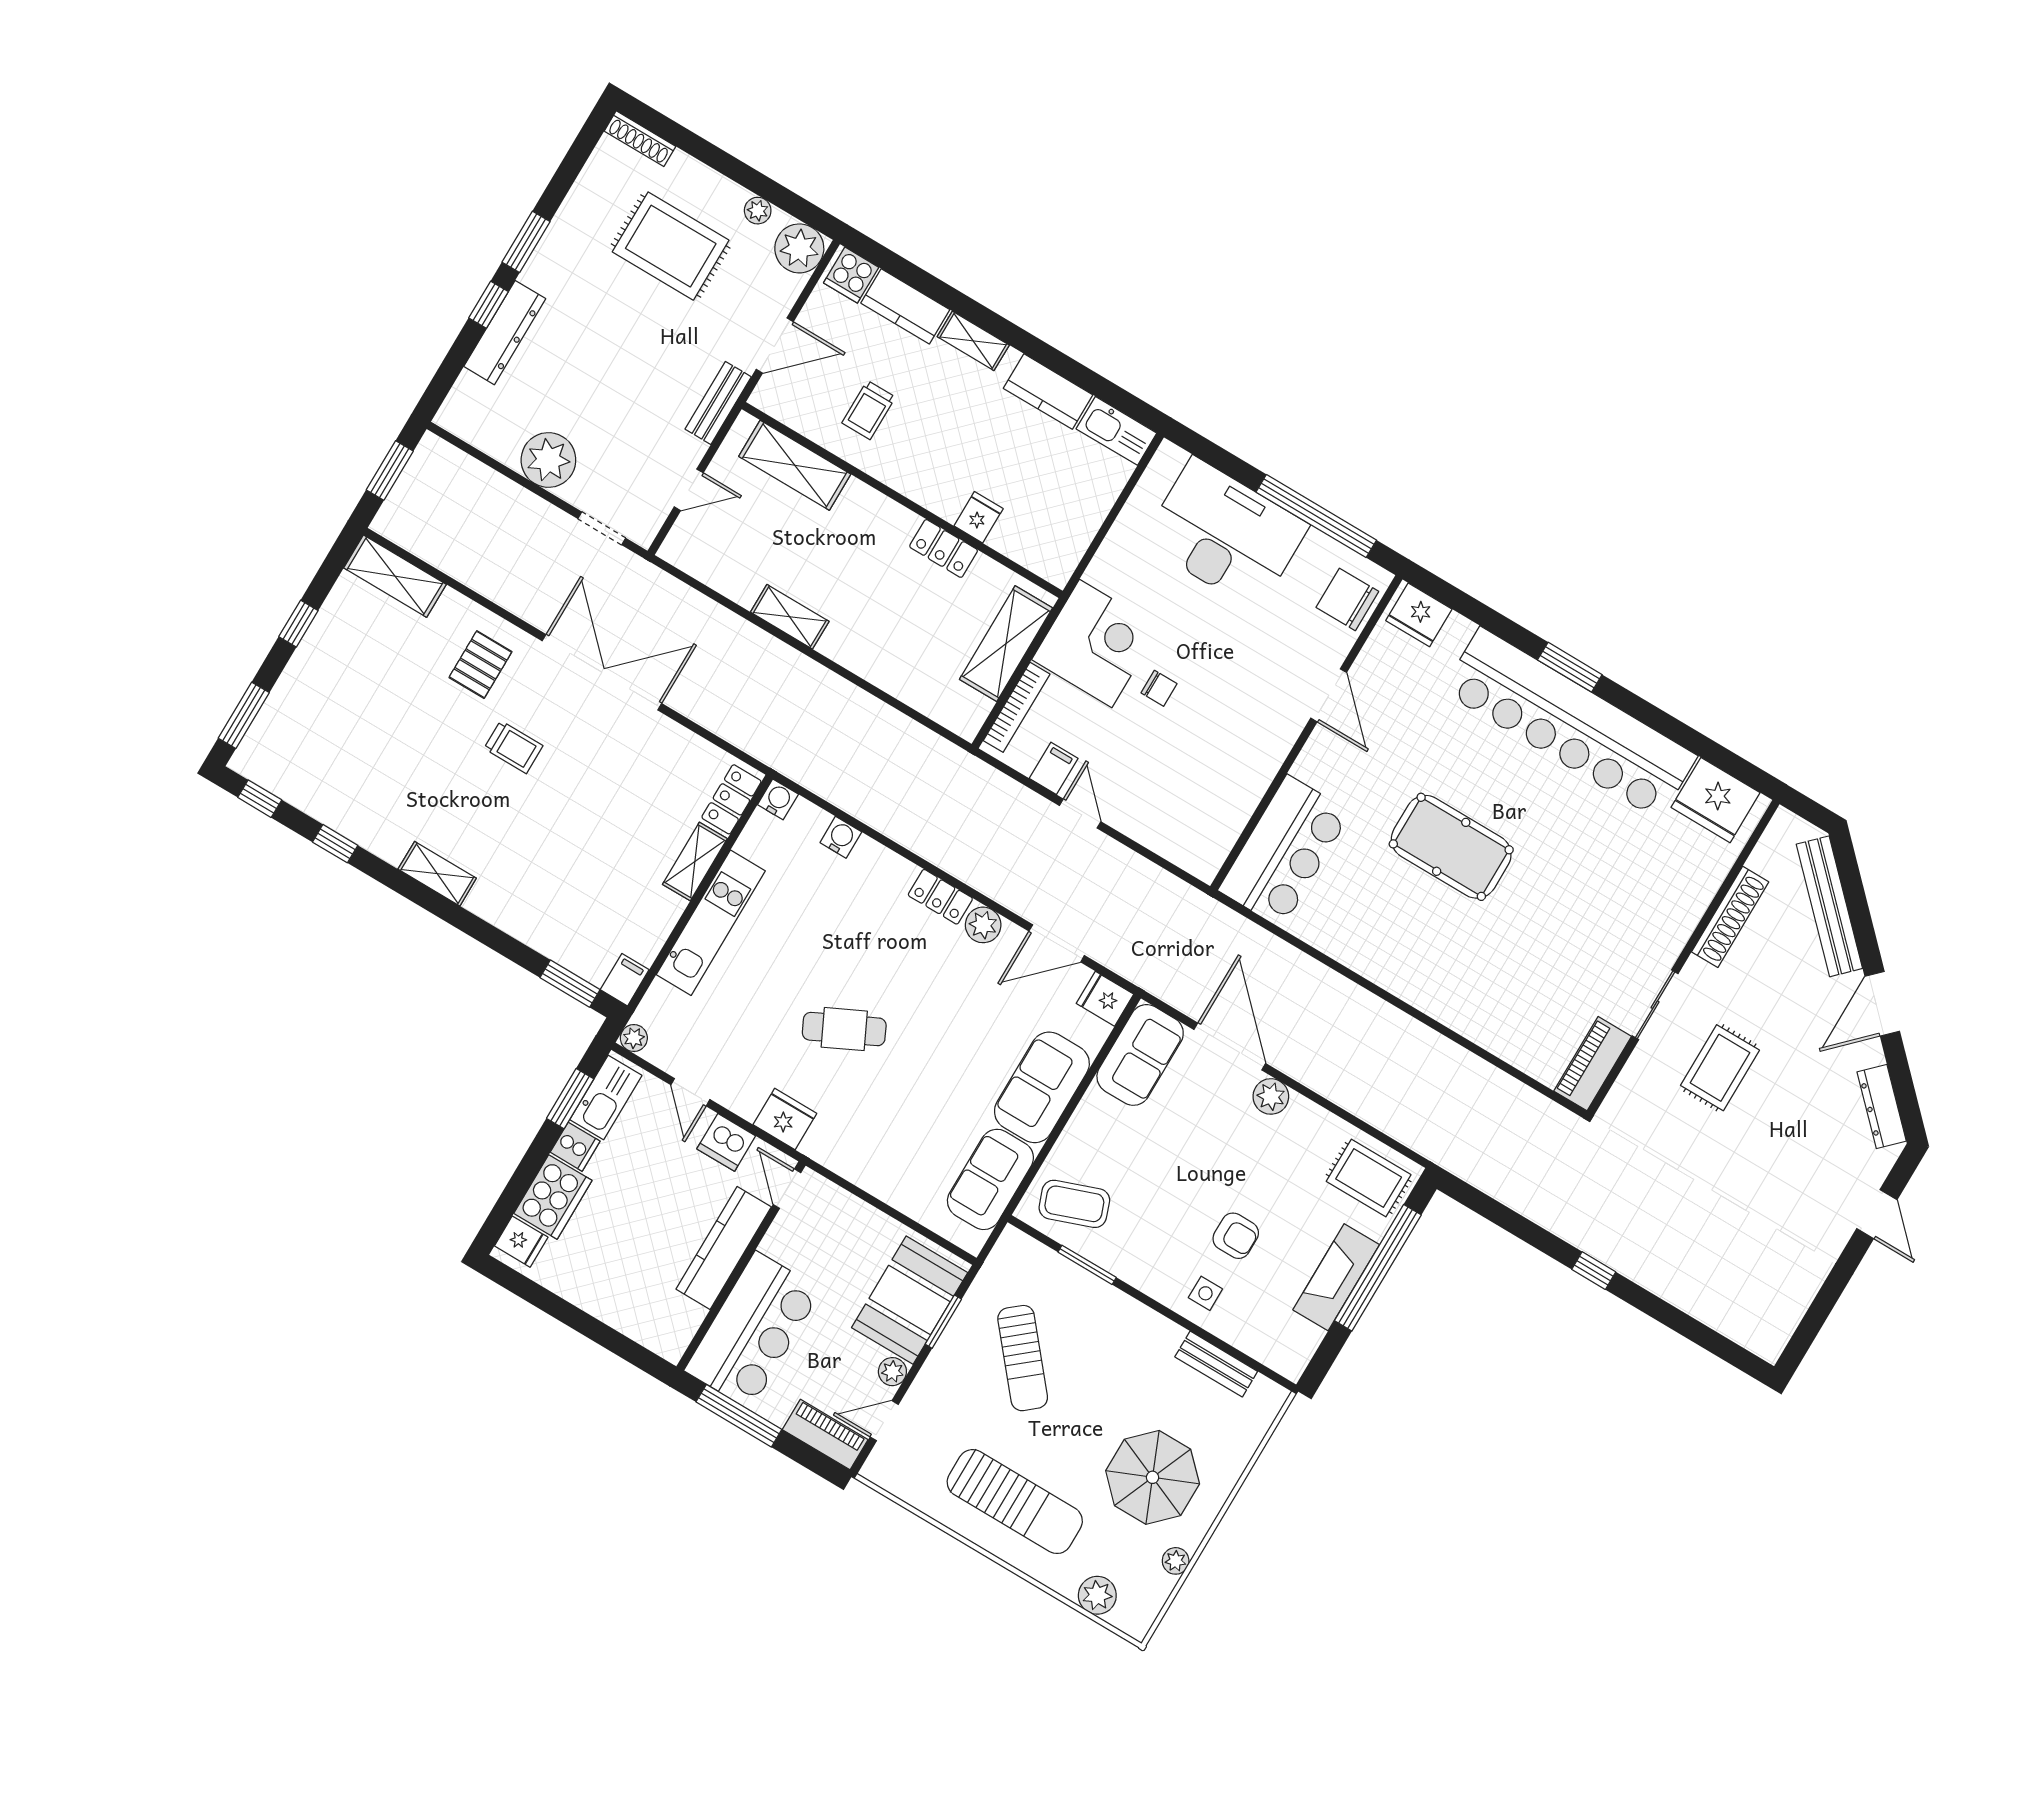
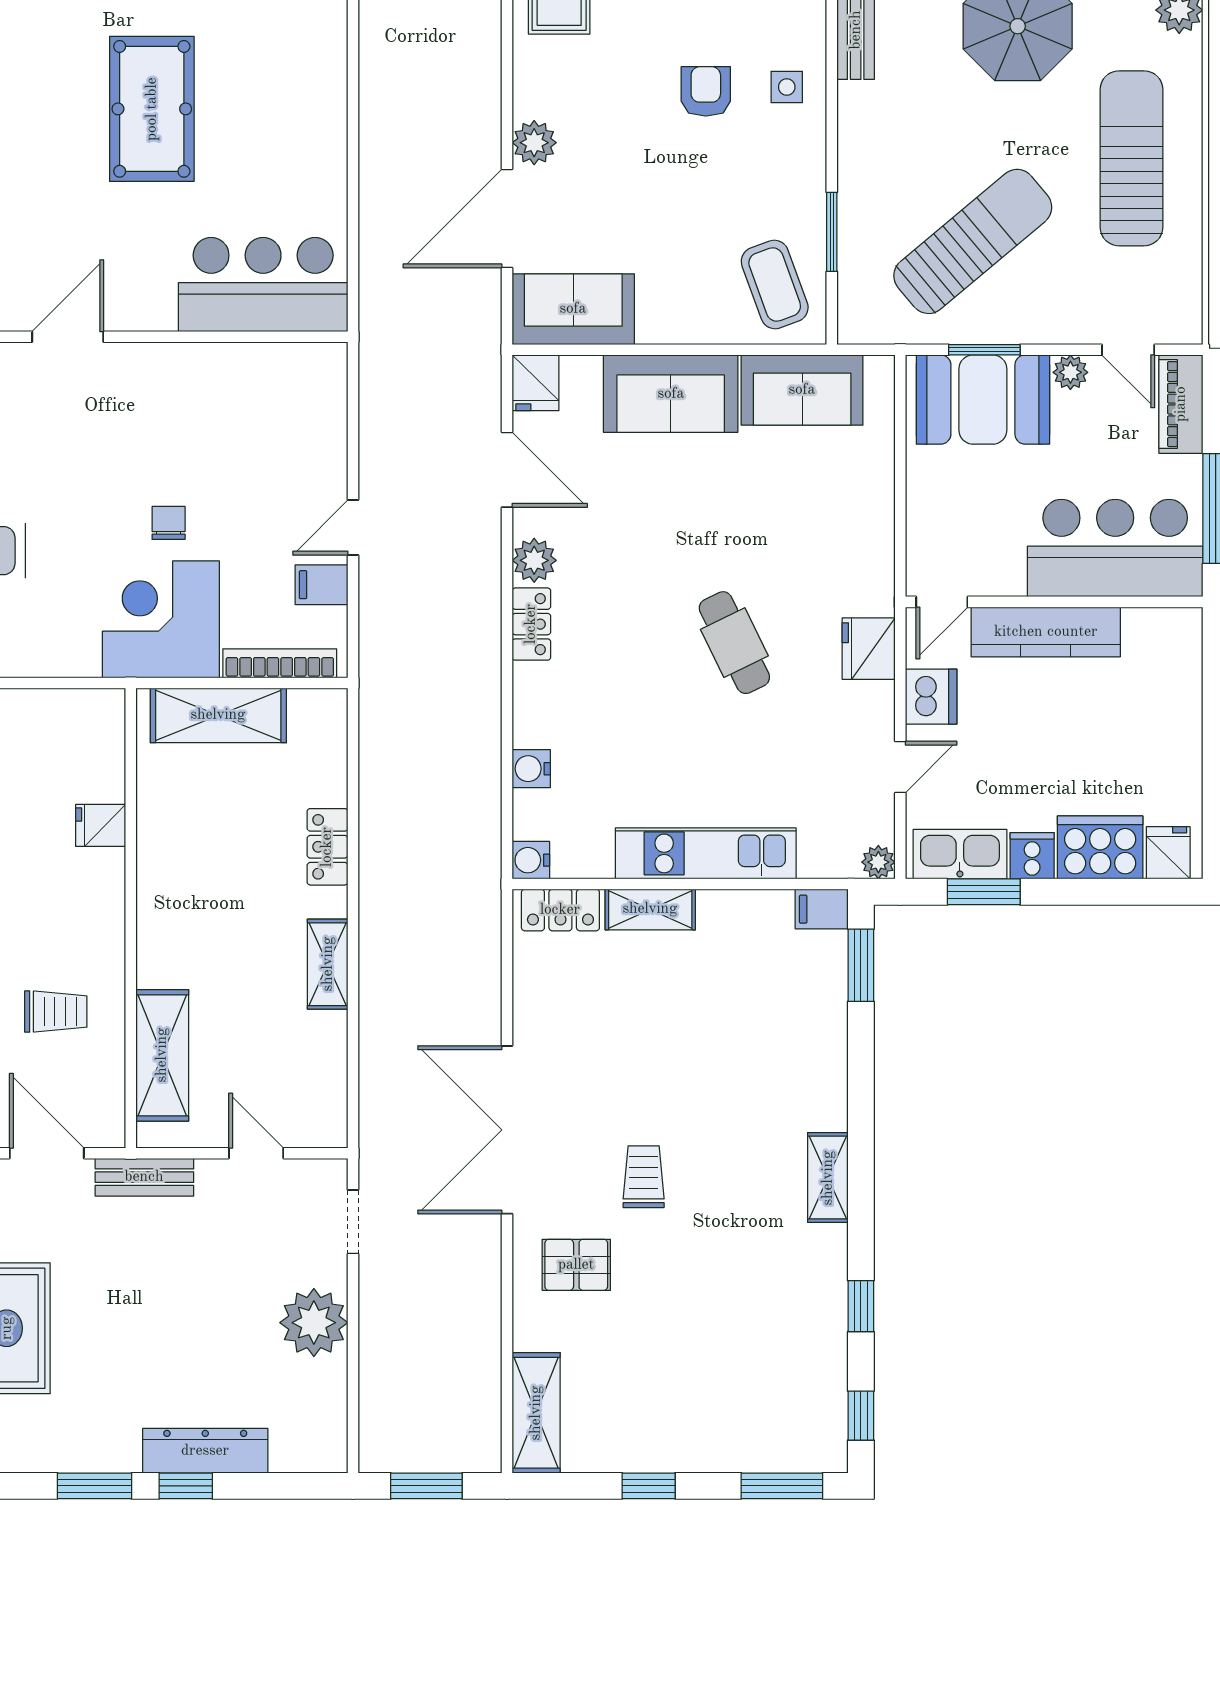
locker: (944, 548) -> (327, 847), moved, turned 180
sun lounger: (1023, 1358) -> (973, 241), width x1.36, depth x1.34

